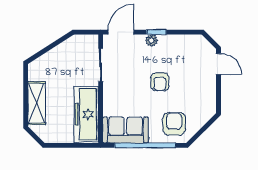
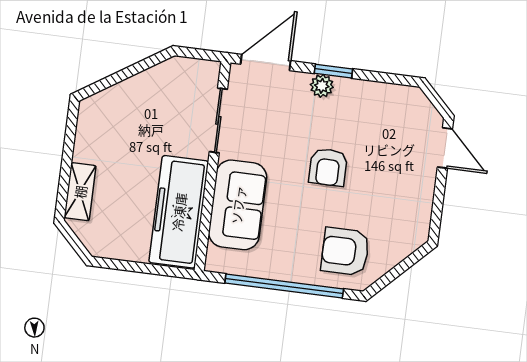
shelving: (37, 103) -> (80, 192), width x0.67, depth x0.75
armchair: (174, 124) -> (345, 251), turned -90
sofa: (126, 130) -> (238, 205), moved, turned 90

